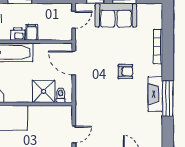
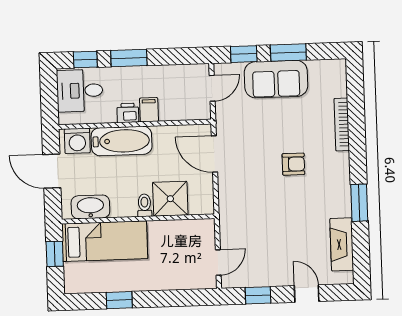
fireplace: (155, 94) -> (342, 244), moved
toilet: (61, 95) -> (145, 205), moved
window: (168, 98) -> (359, 203), width x0.69

